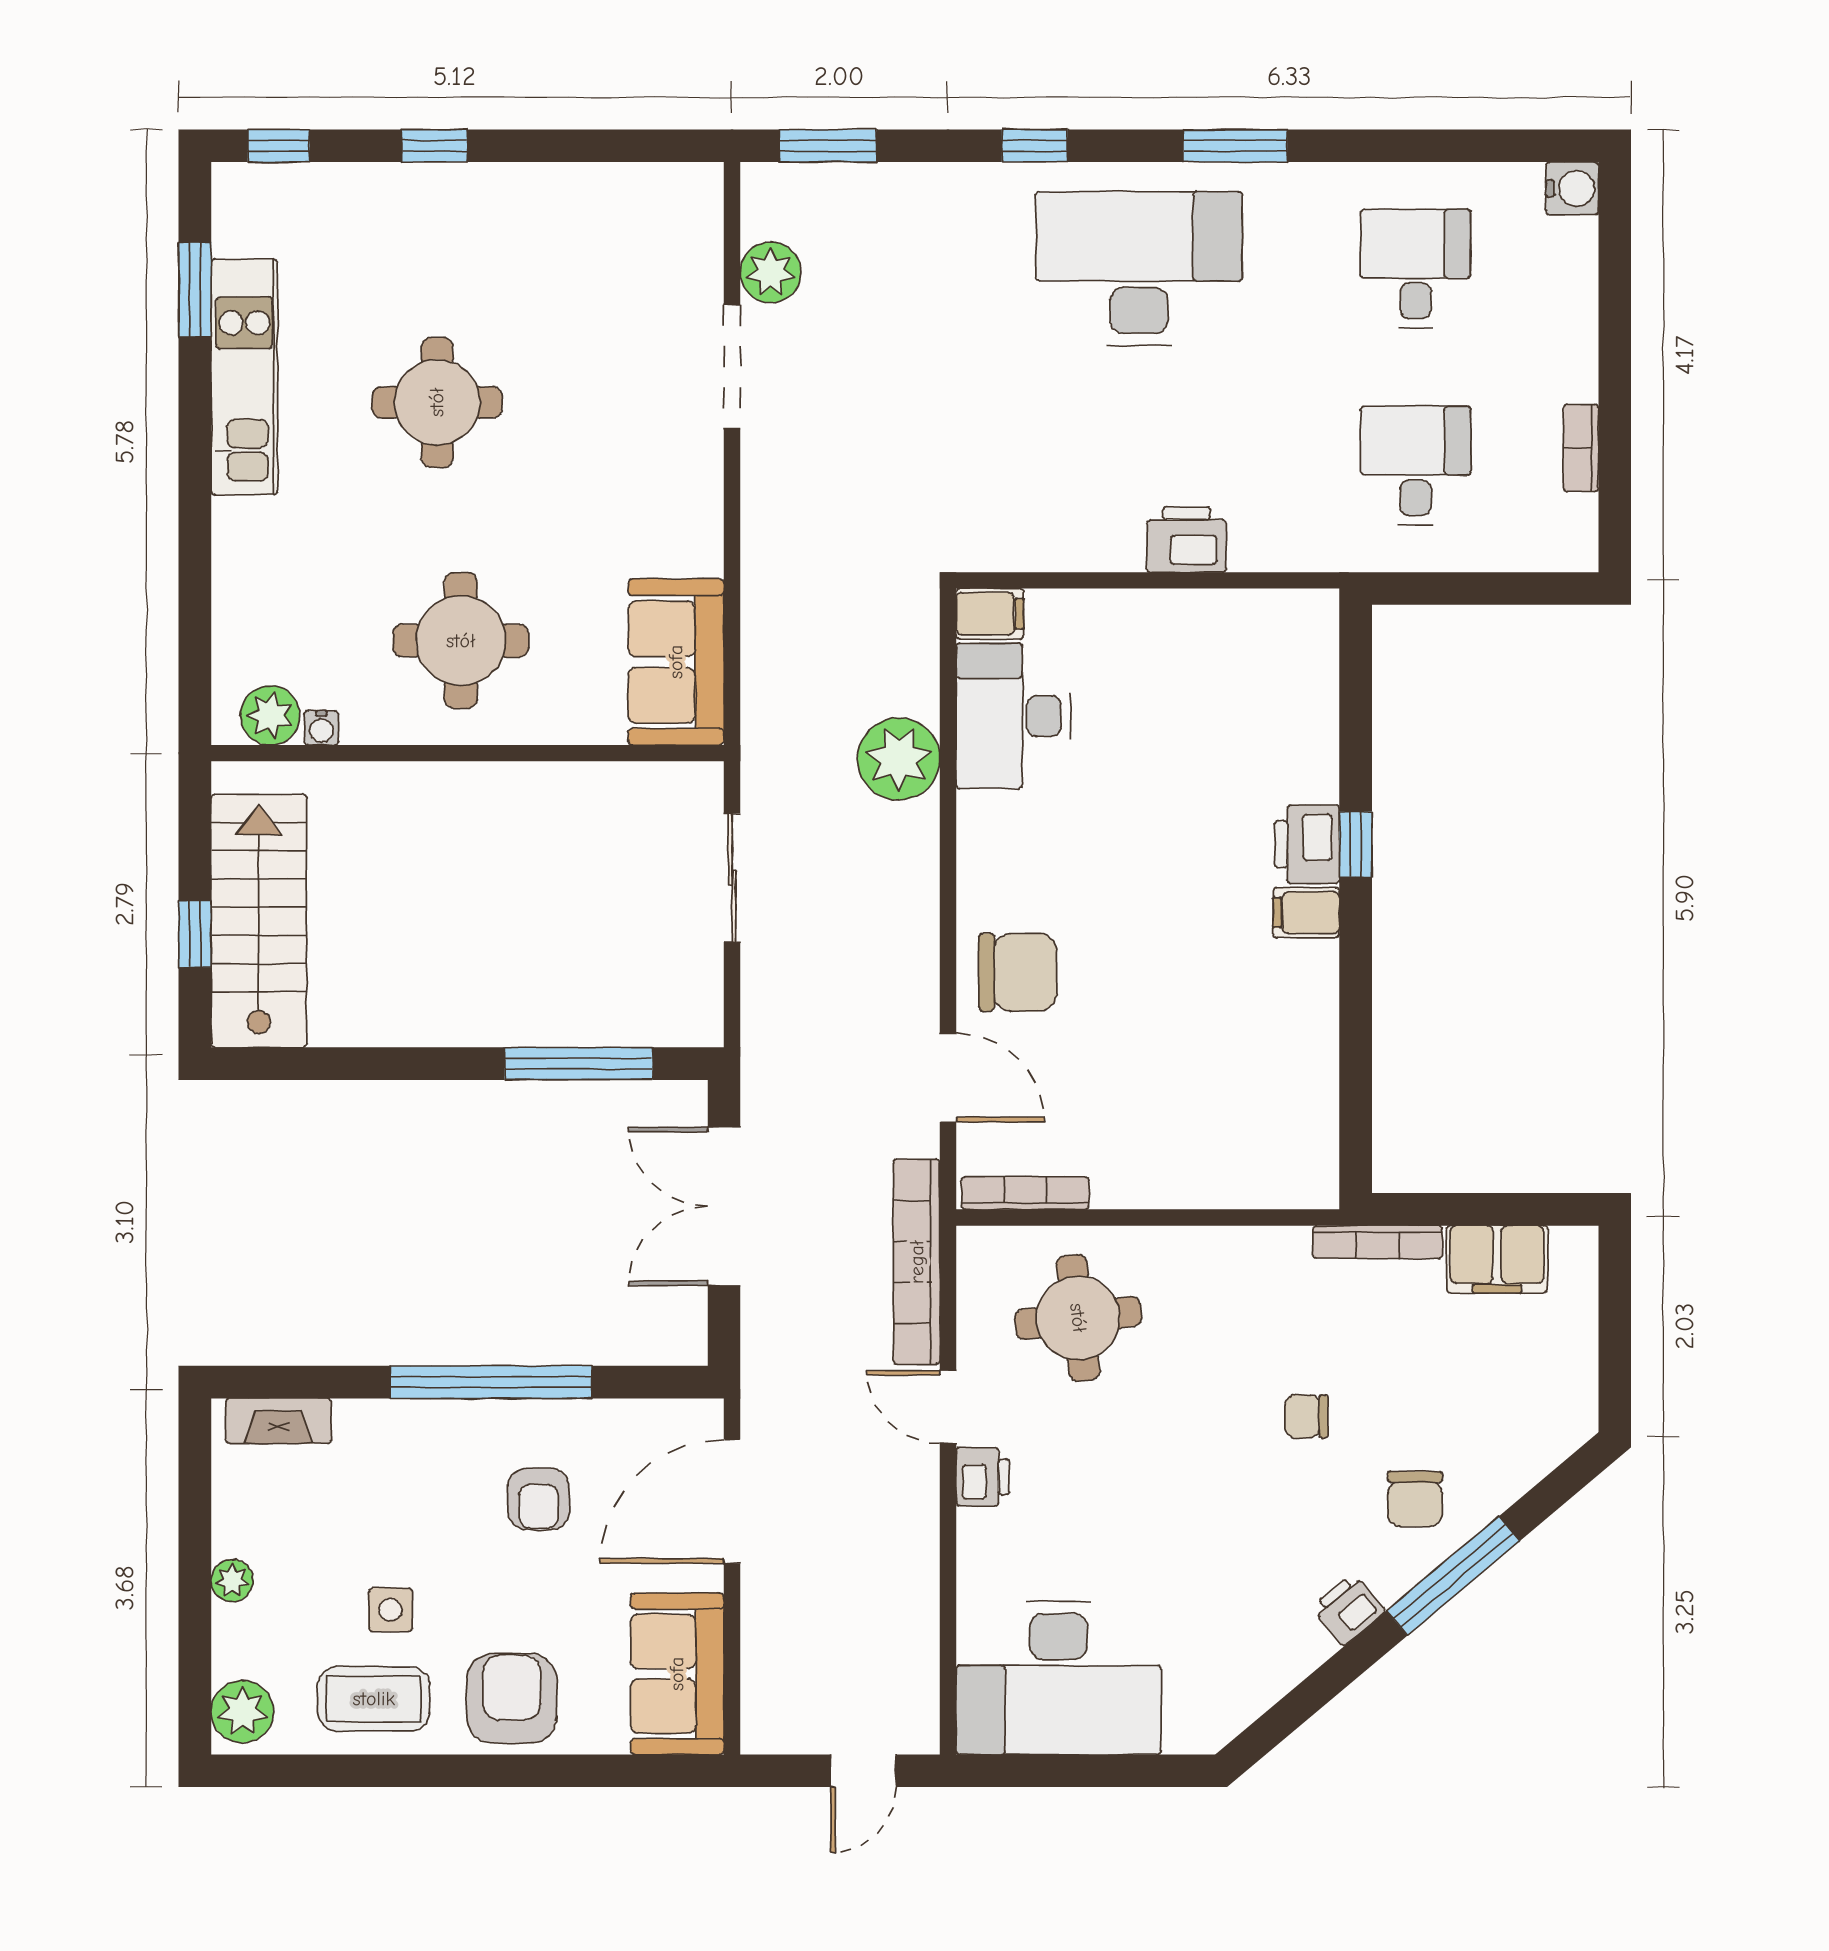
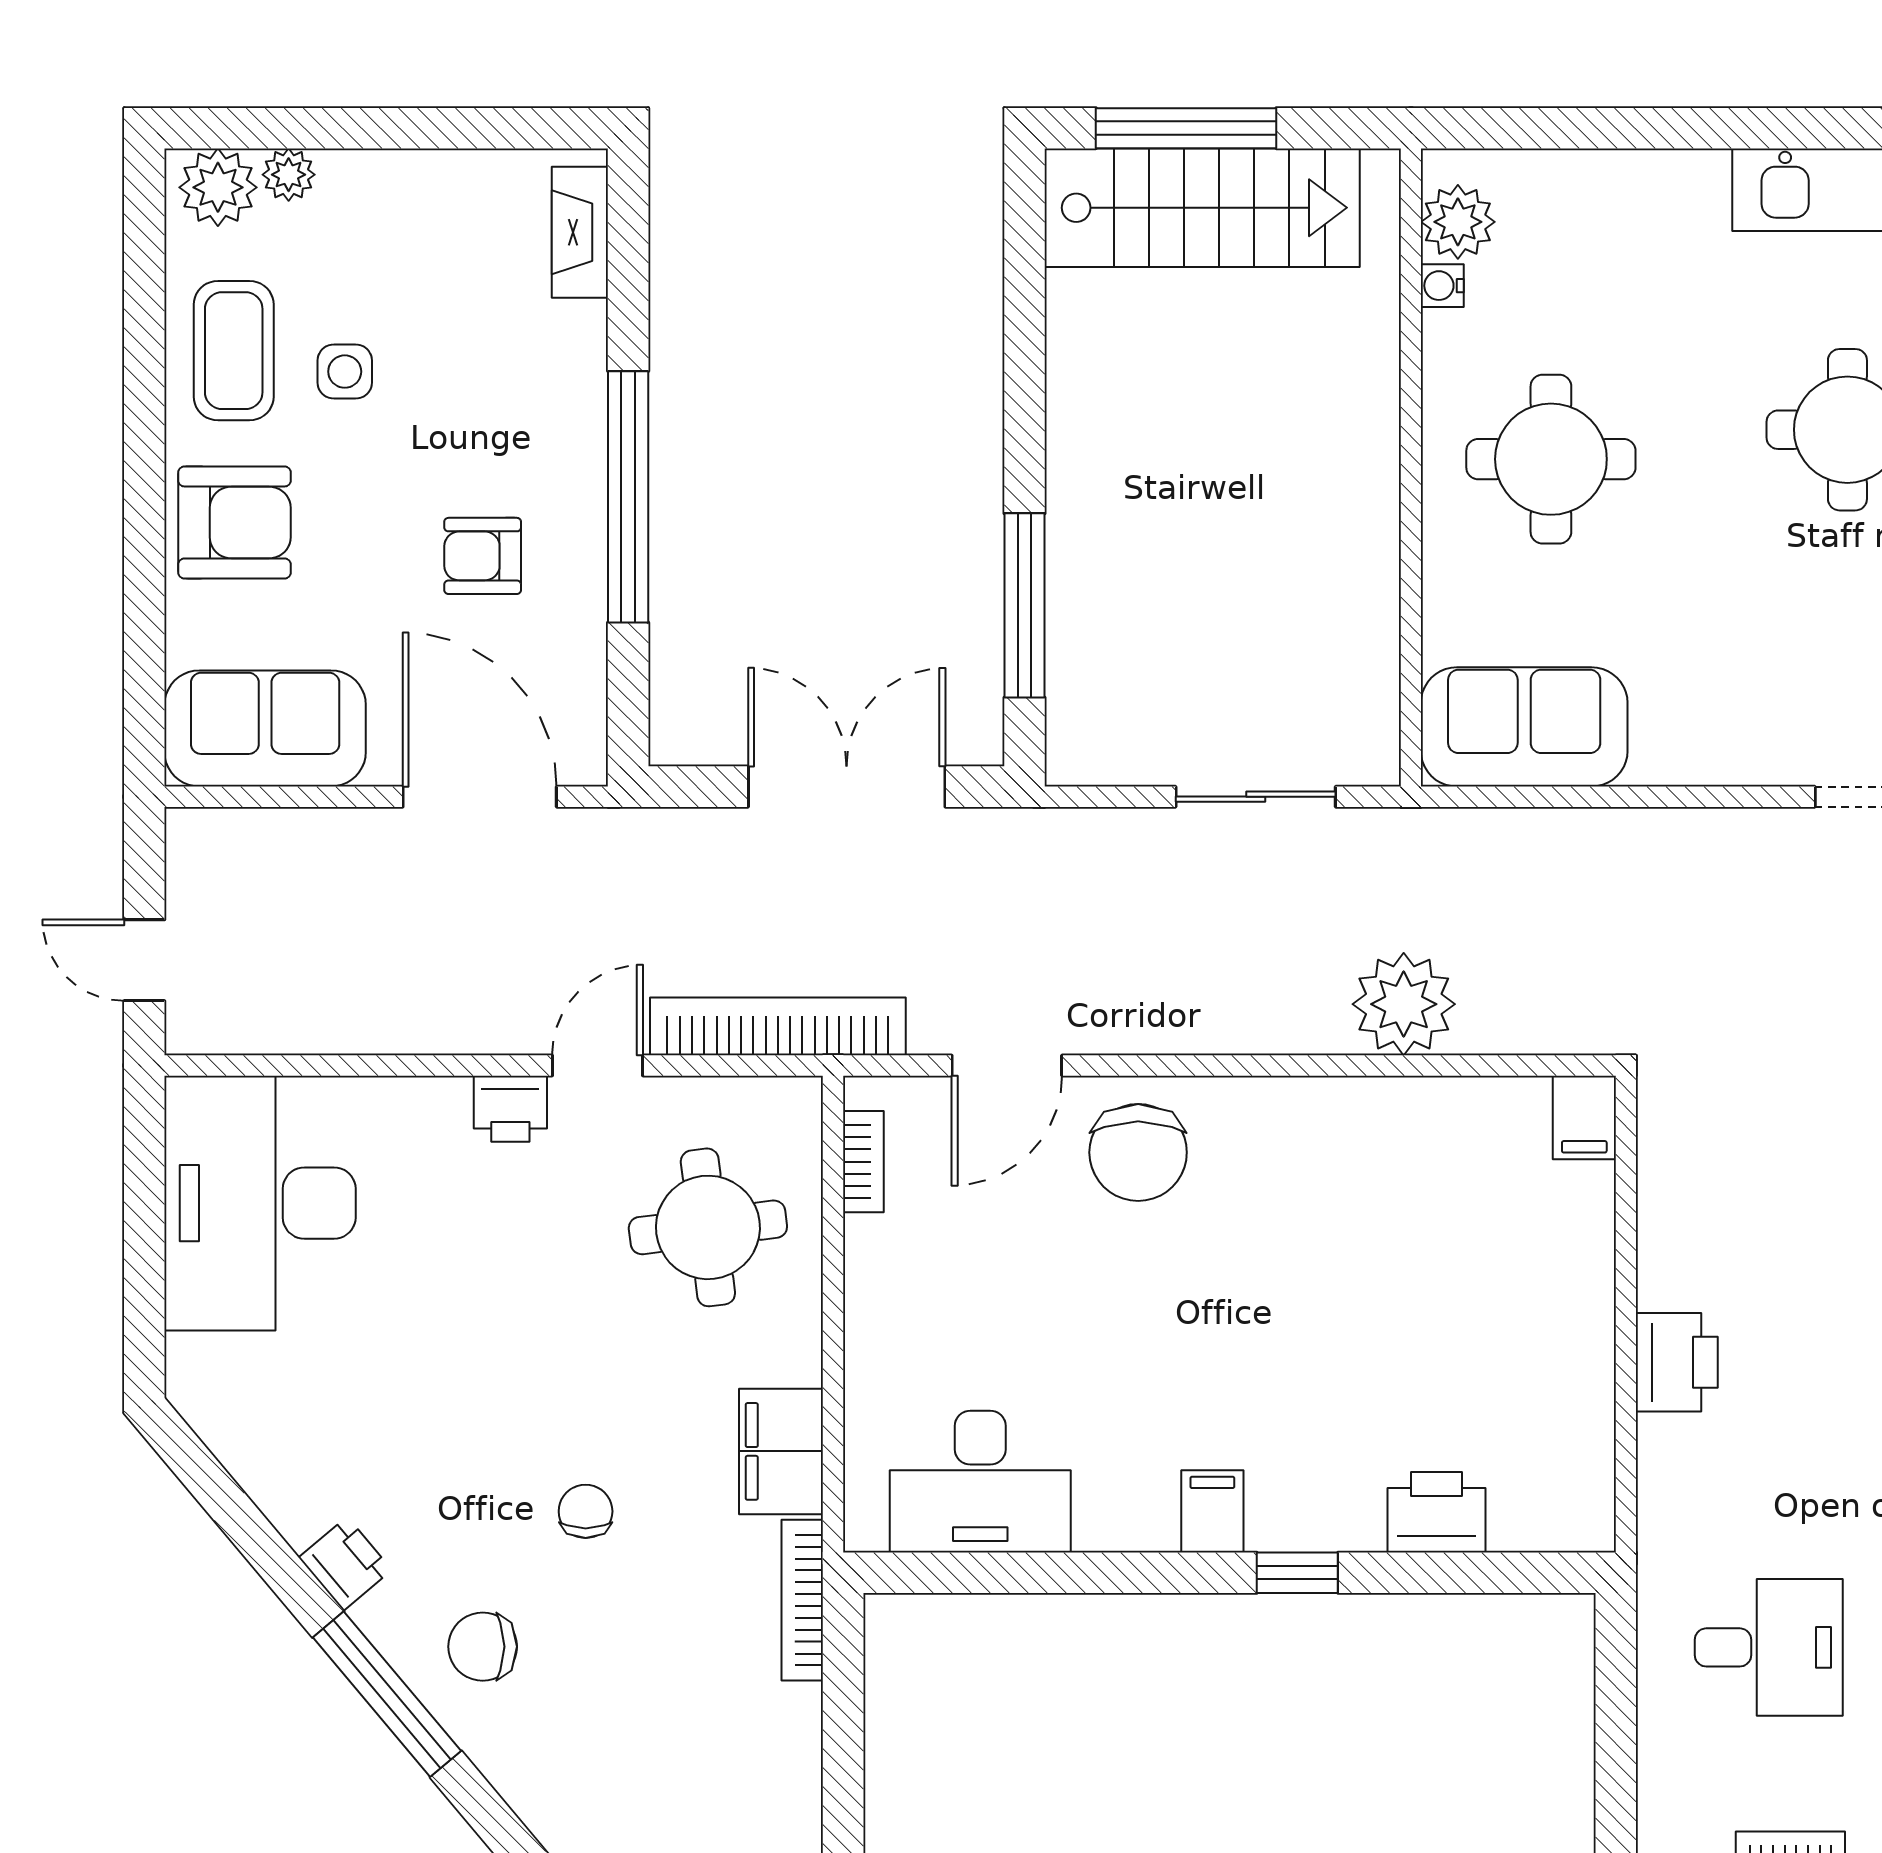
desk: (1013, 716) -> (980, 1482), moved, turned 180
printer: (1307, 844) -> (1436, 1512), moved
window: (195, 934) -> (1186, 128), width x2.17
bookcase: (1025, 1193) -> (863, 1162), width x0.64
filing cabinet: (1497, 1259) -> (781, 1451), moved
plant: (232, 1581) -> (289, 175), moved

